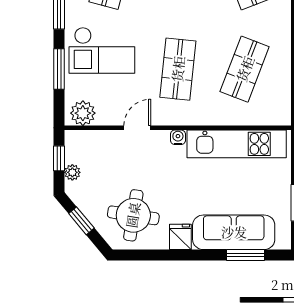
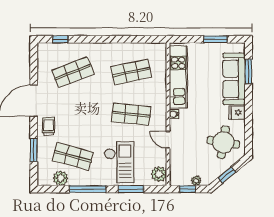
shop shelf: (245, 69) -> (131, 72), turned -33

